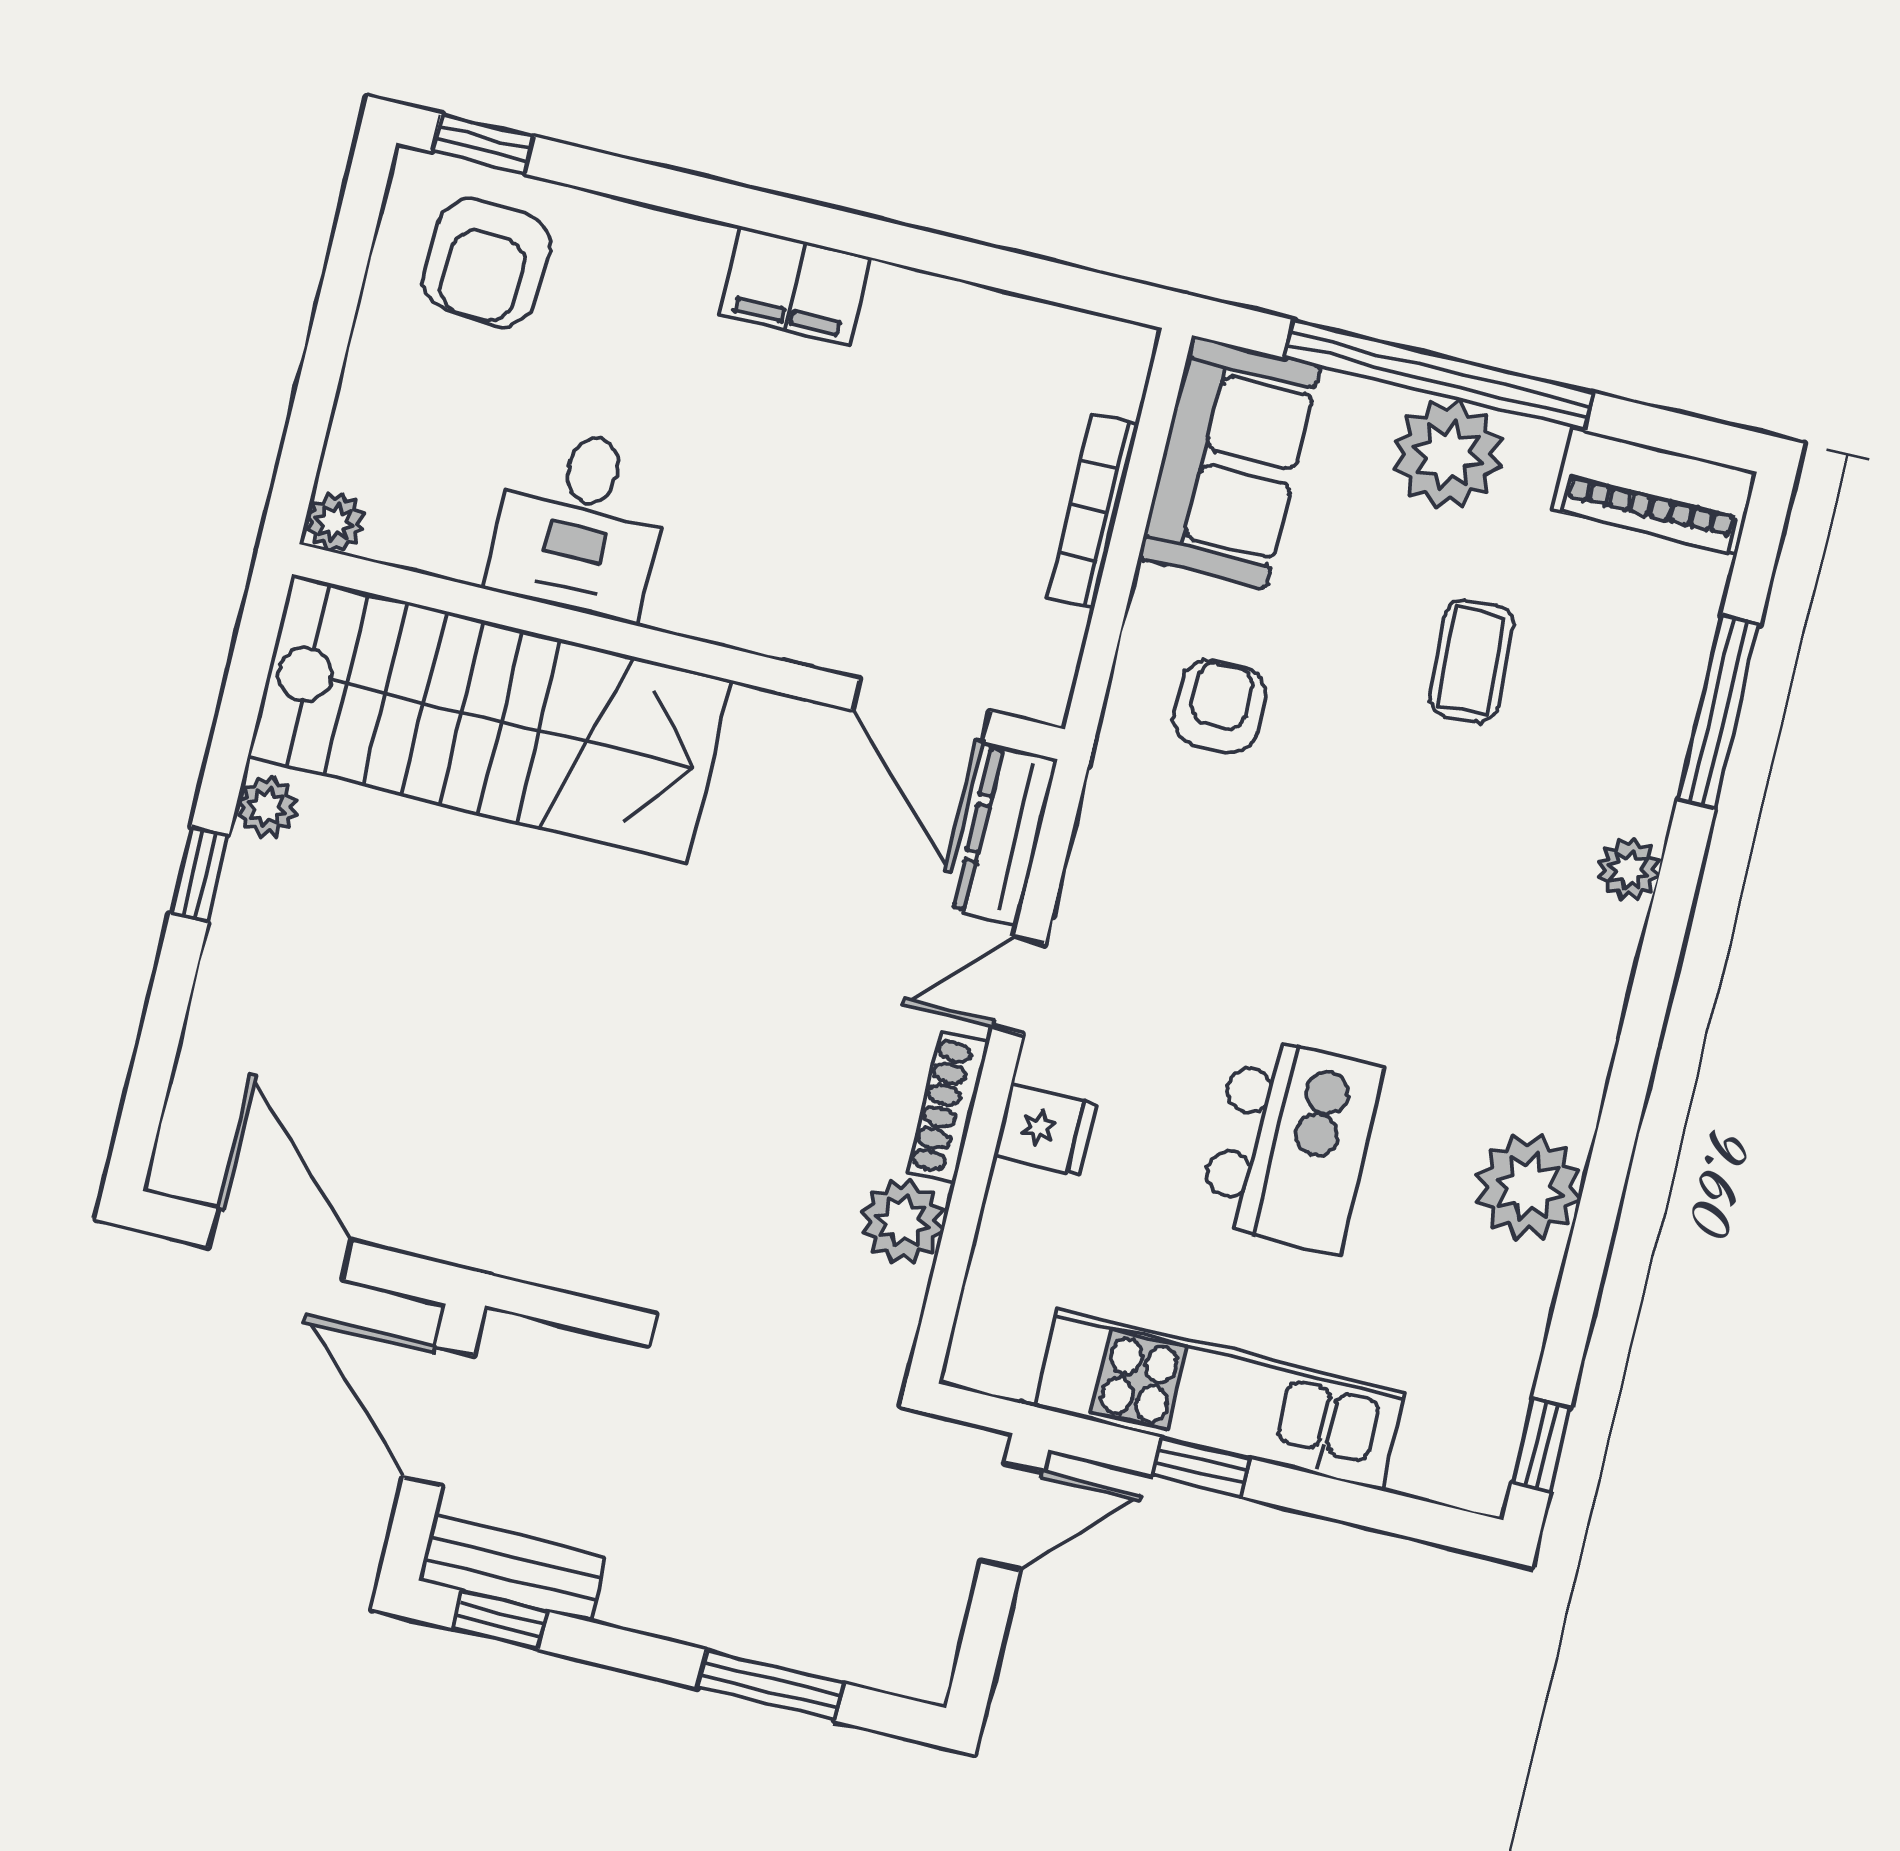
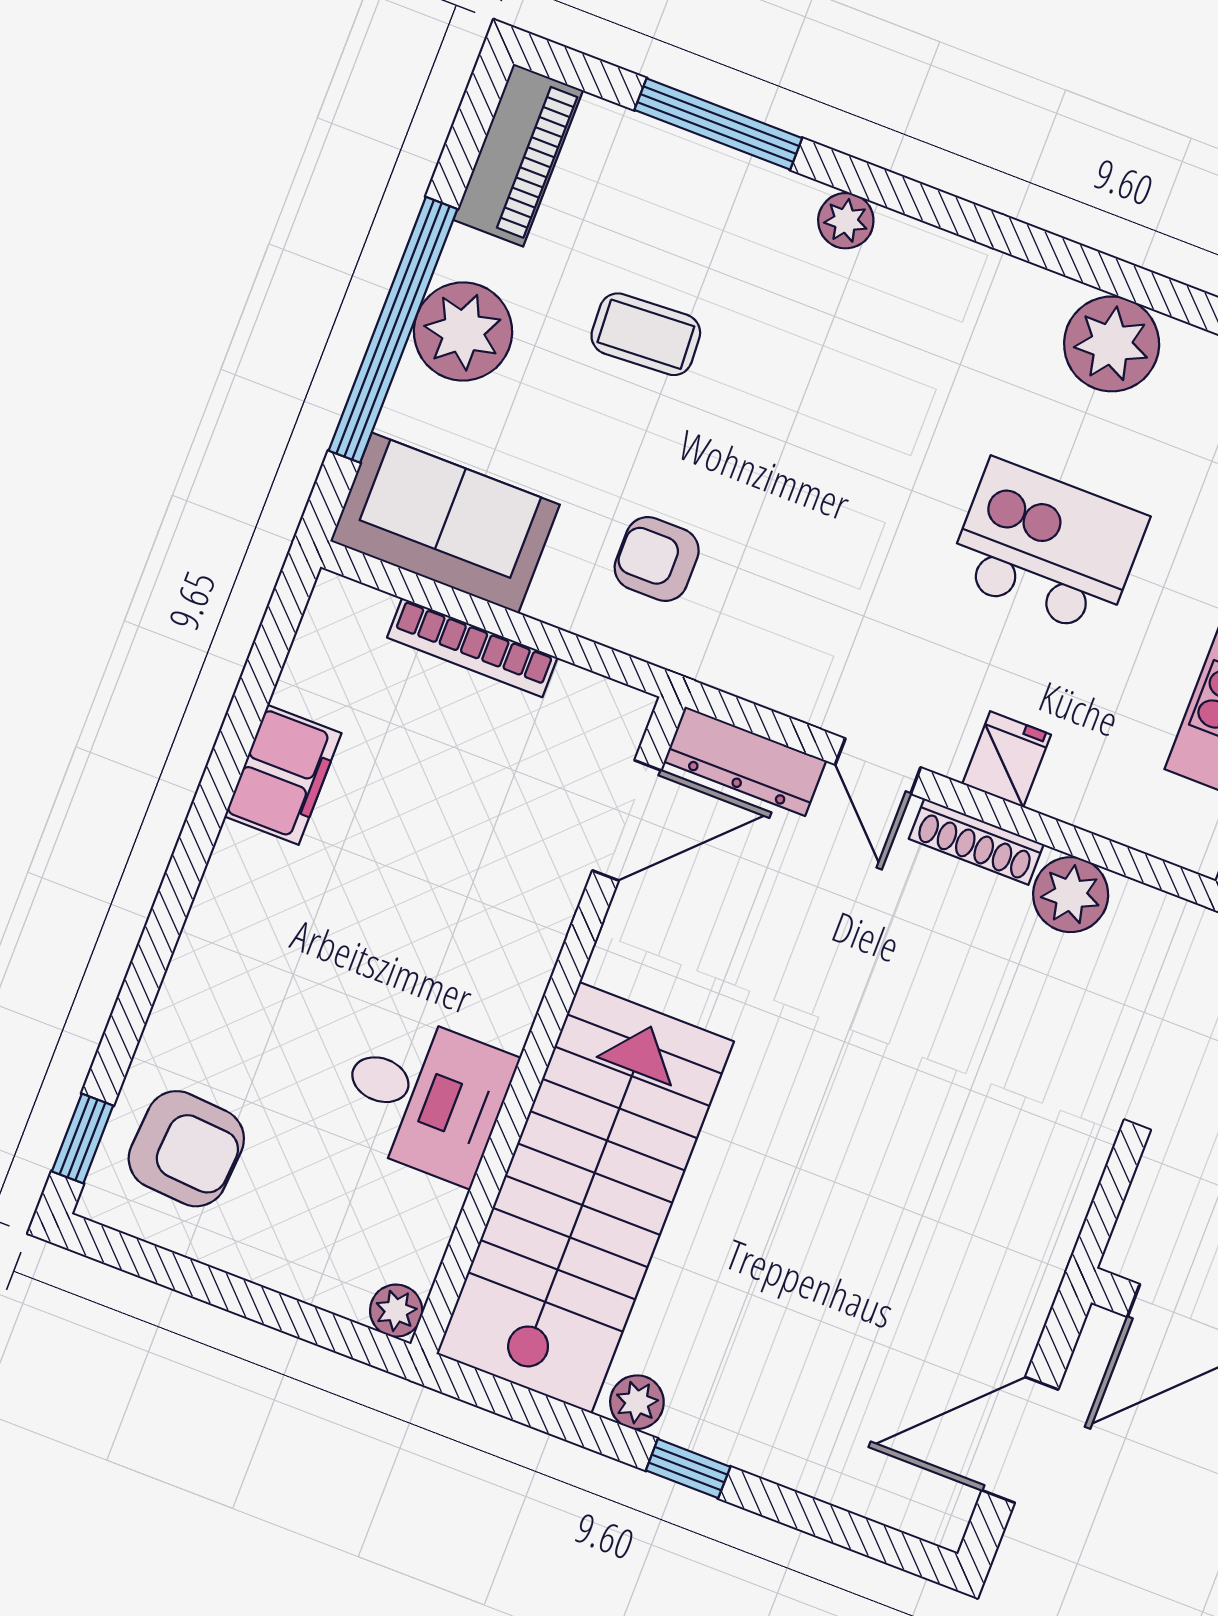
filing cabinet: (795, 286) -> (283, 775), moved

